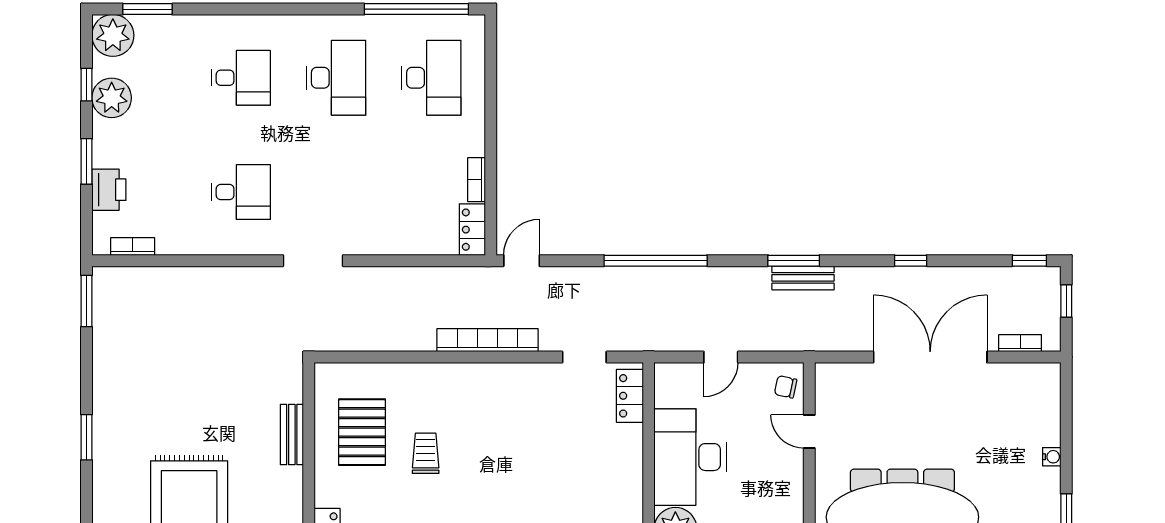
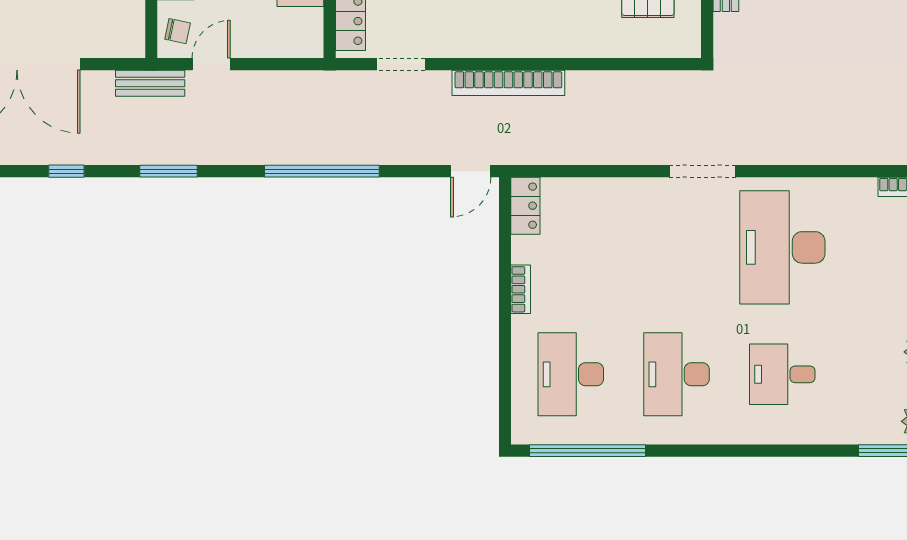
bookcase: (477, 180) -> (521, 289), moved
desk: (241, 192) -> (782, 247), width x1.87, depth x1.30
window: (911, 261) -> (66, 171), moved
bench: (803, 278) -> (150, 83), moved
door: (721, 357) -> (211, 64), moved

